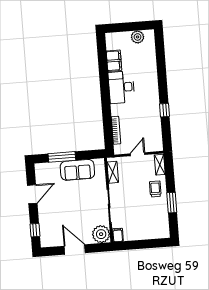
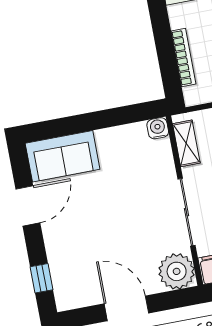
window: (62, 157) -> (80, 124), removed
water cooler: (100, 163) -> (158, 128), added
sofa: (77, 170) -> (63, 156), moved

